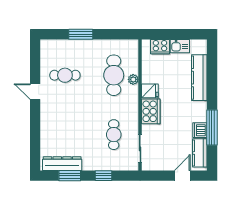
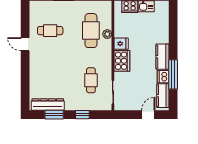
kitchen counter: (199, 78) -> (162, 57), moved, width x0.67

